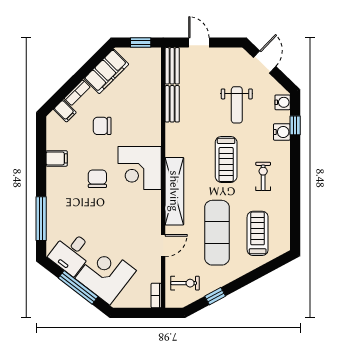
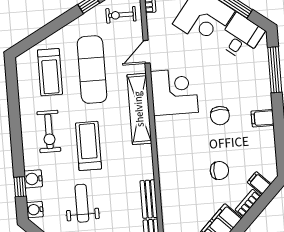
filing cabinet: (57, 158) -> (263, 118), moved
corner desk: (140, 168) -> (174, 92), moved
exercise bike: (263, 176) -> (49, 131), width x1.38, depth x1.39

